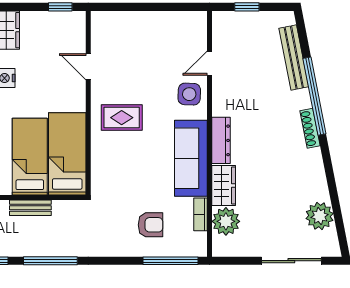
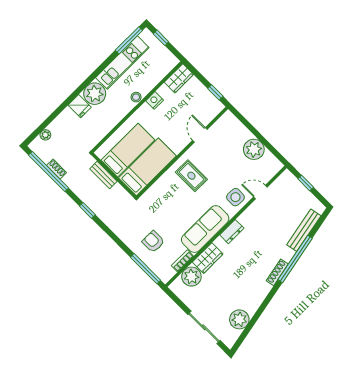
plant: (159, 26) -> (254, 149), added
dresser: (221, 140) -> (232, 232), width x0.70
armchair: (150, 225) -> (153, 242), turned 180
window: (50, 261) -> (87, 210), width x0.46

